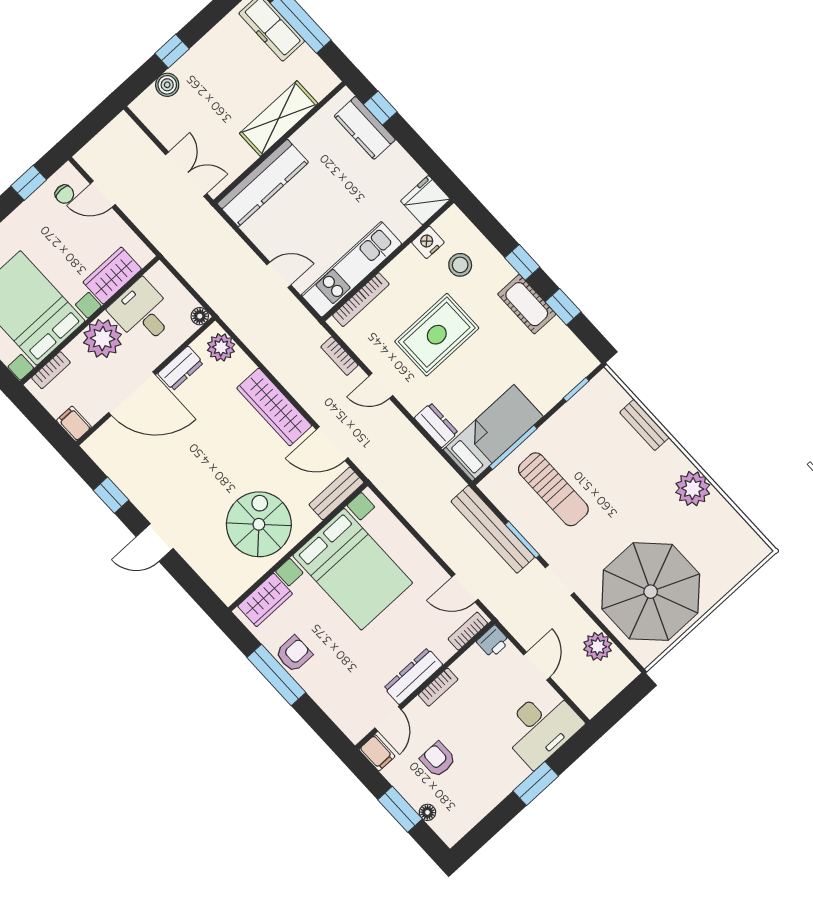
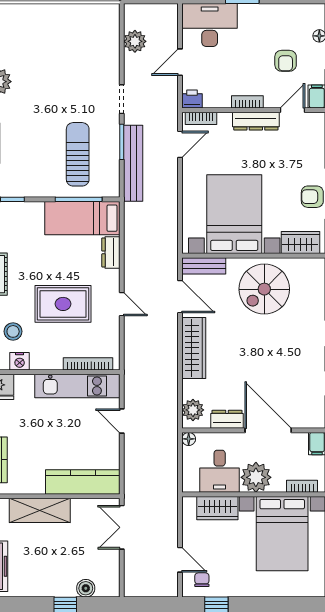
bookcase: (339, 356) -> (130, 343), removed
door: (465, 588) -> (180, 144), hinge flipped
parasol: (651, 592) -> (76, 45), removed

